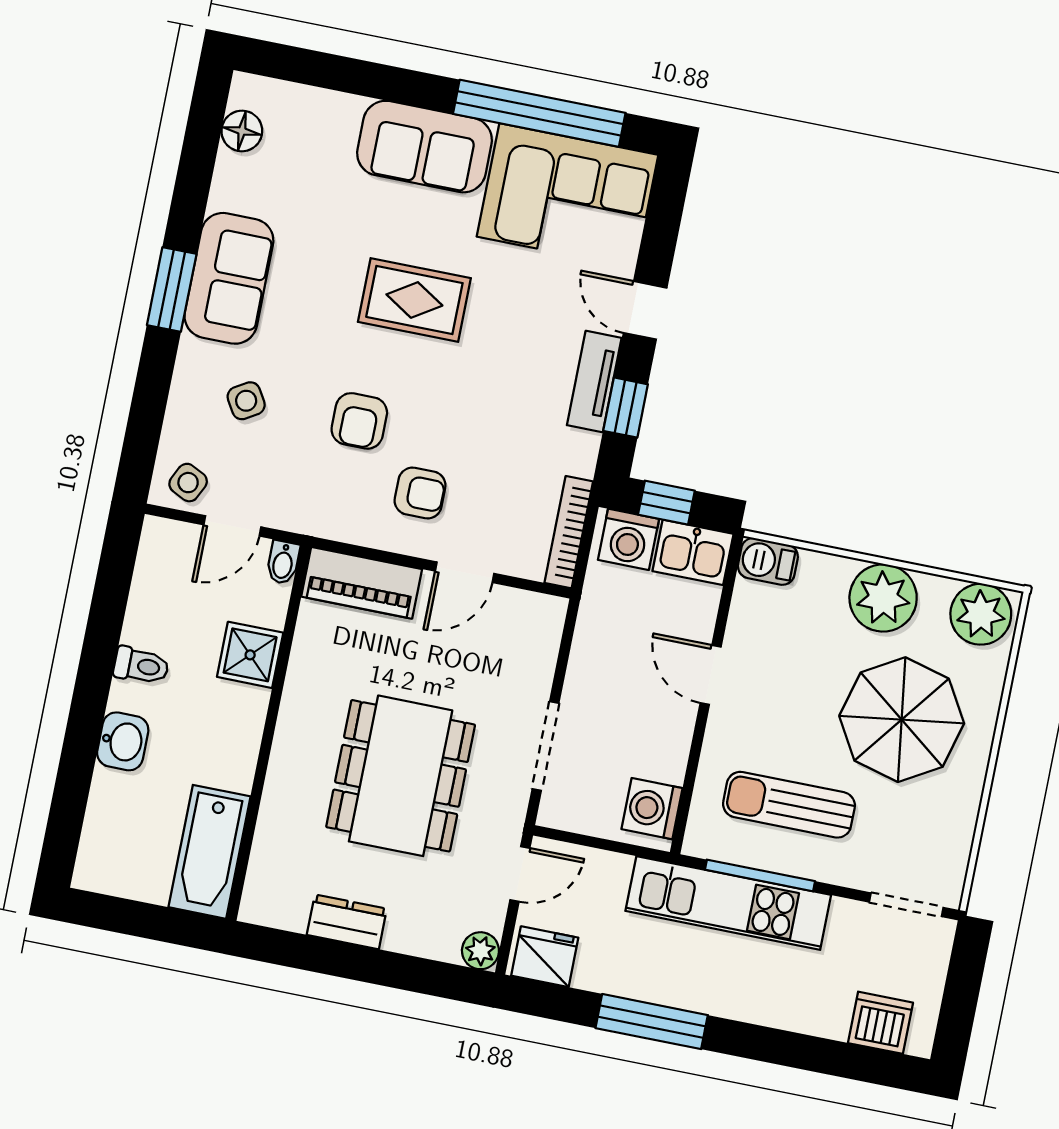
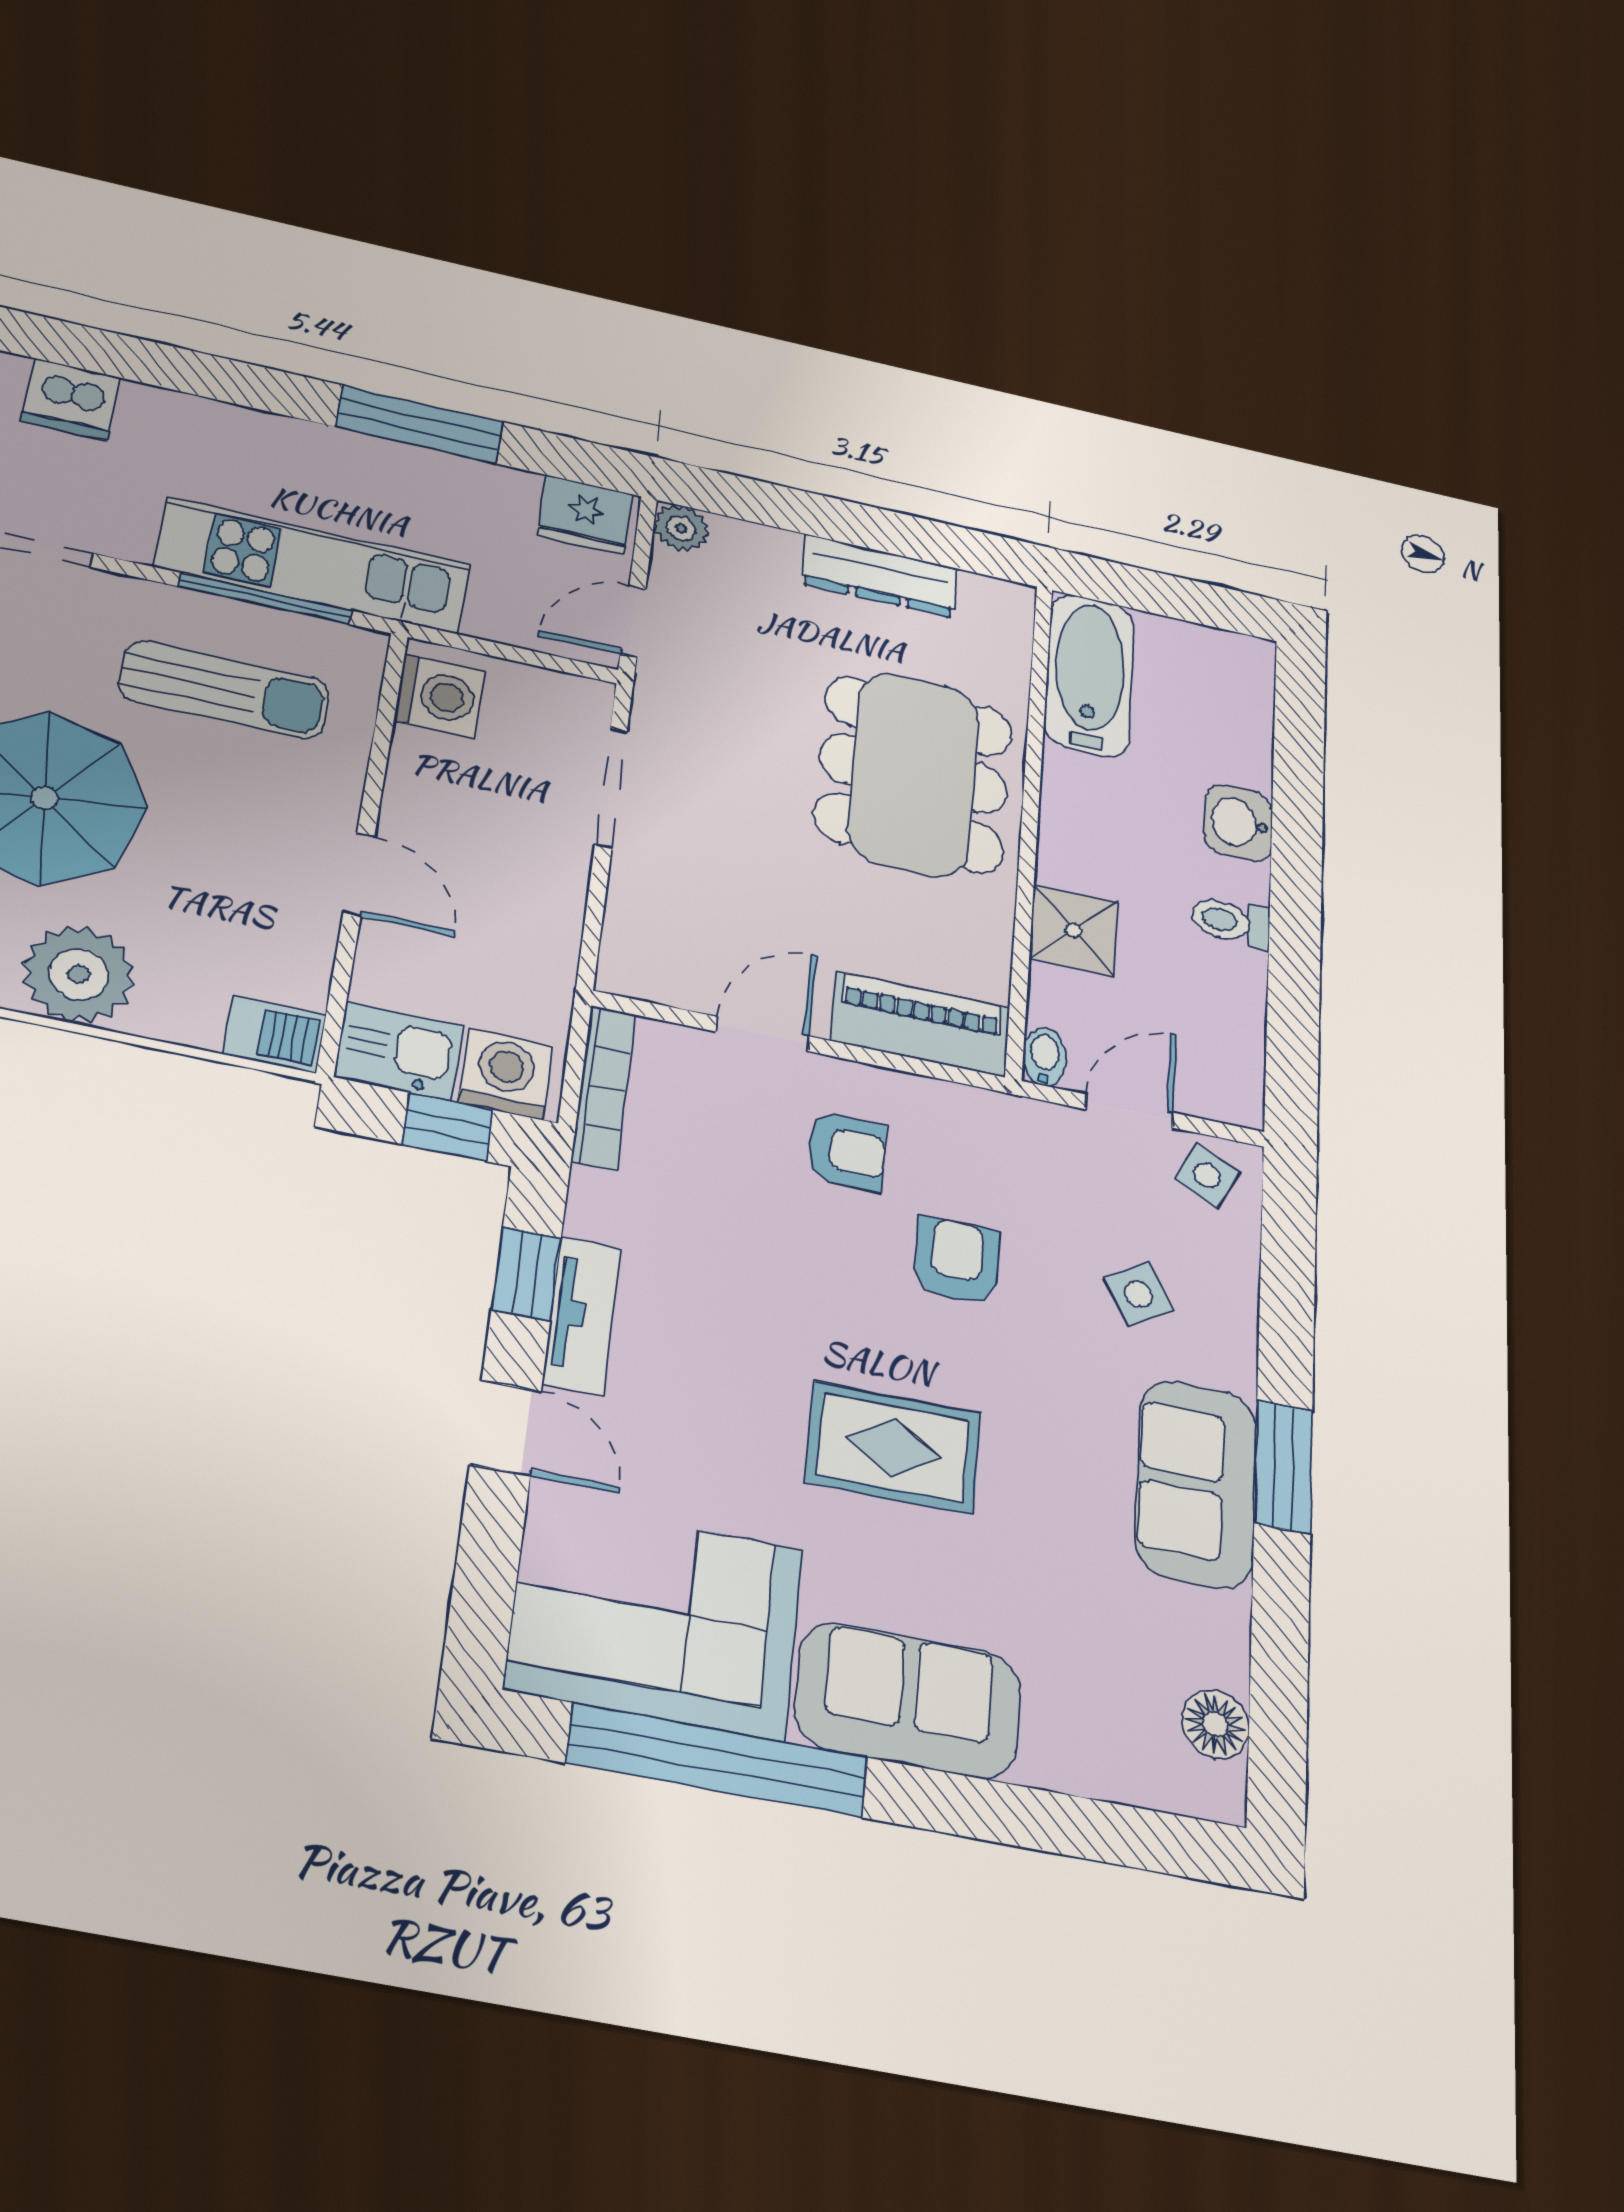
armchair: (420, 493) -> (847, 1151), turned 180
dining table: (401, 776) -> (914, 774), moved
dresser: (347, 922) -> (880, 576), width x1.44

